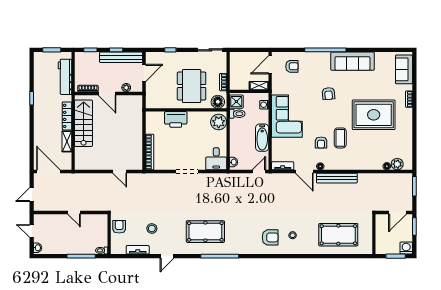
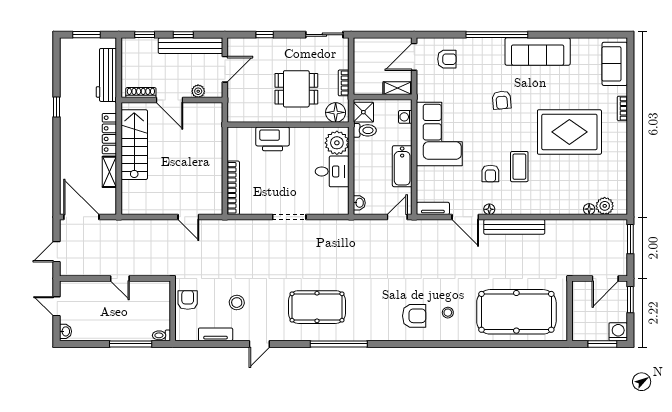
dining table: (192, 86) -> (296, 89), width x0.73
desk: (216, 159) -> (332, 171), moved, turned -90
pool table: (338, 235) -> (516, 312), width x1.36, depth x1.32

